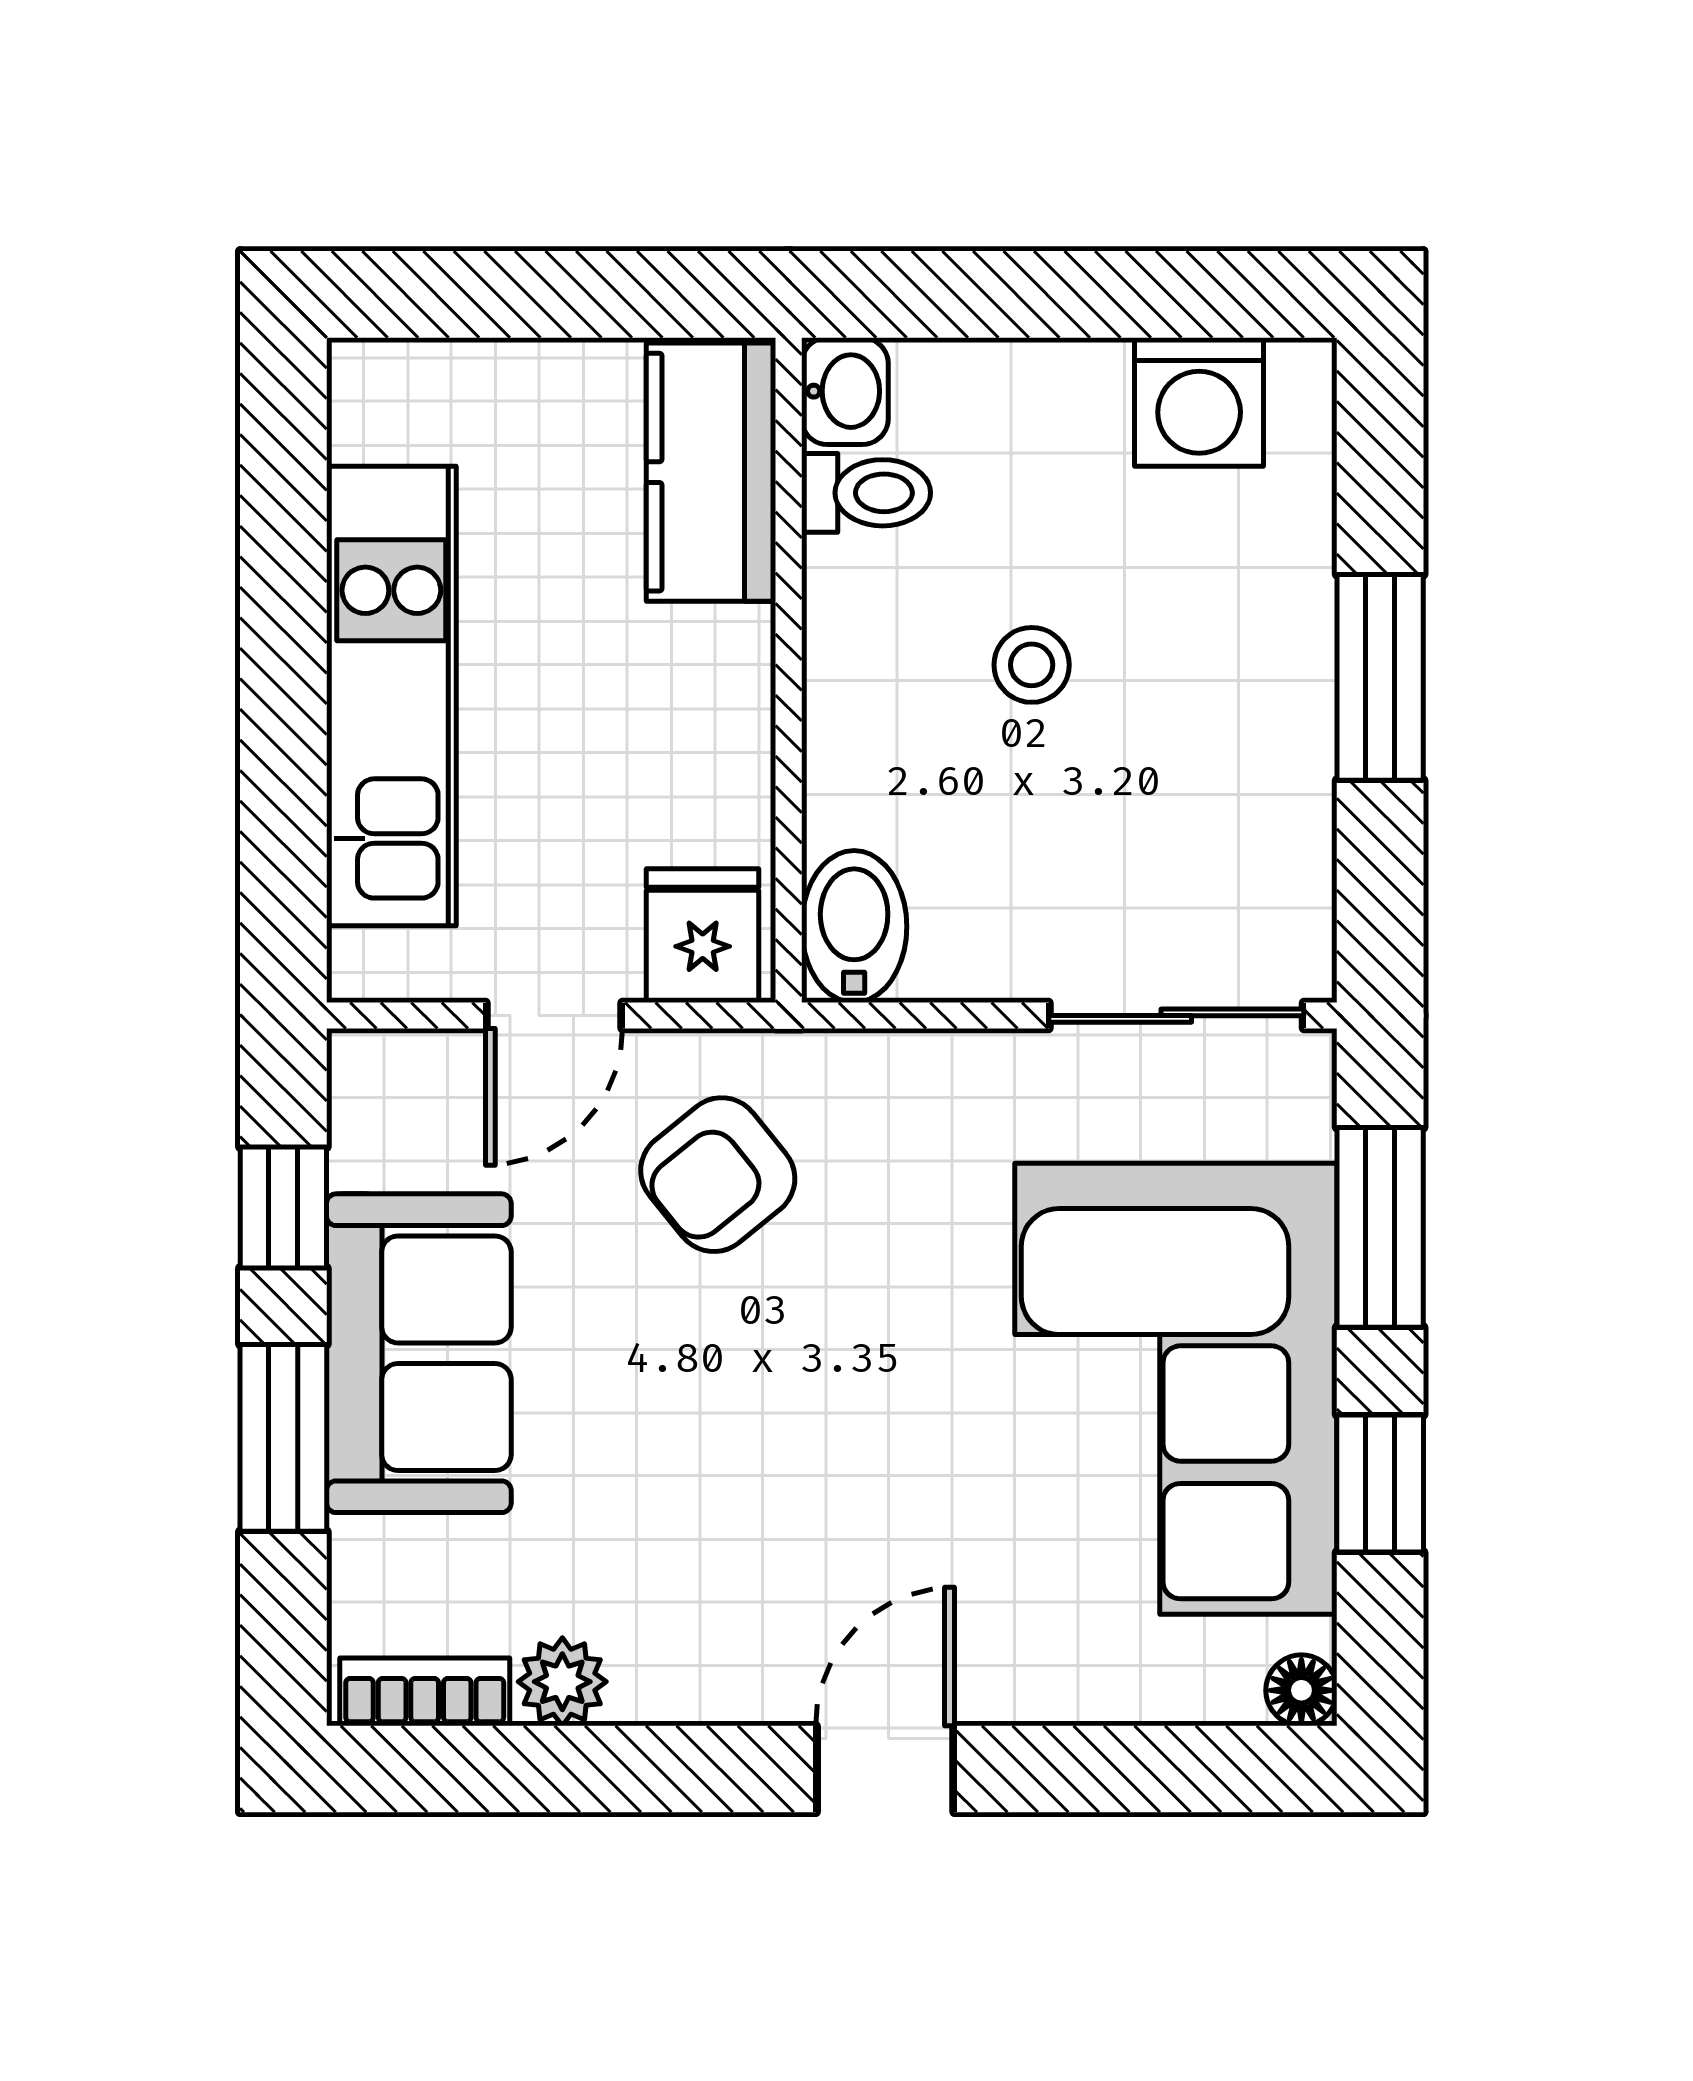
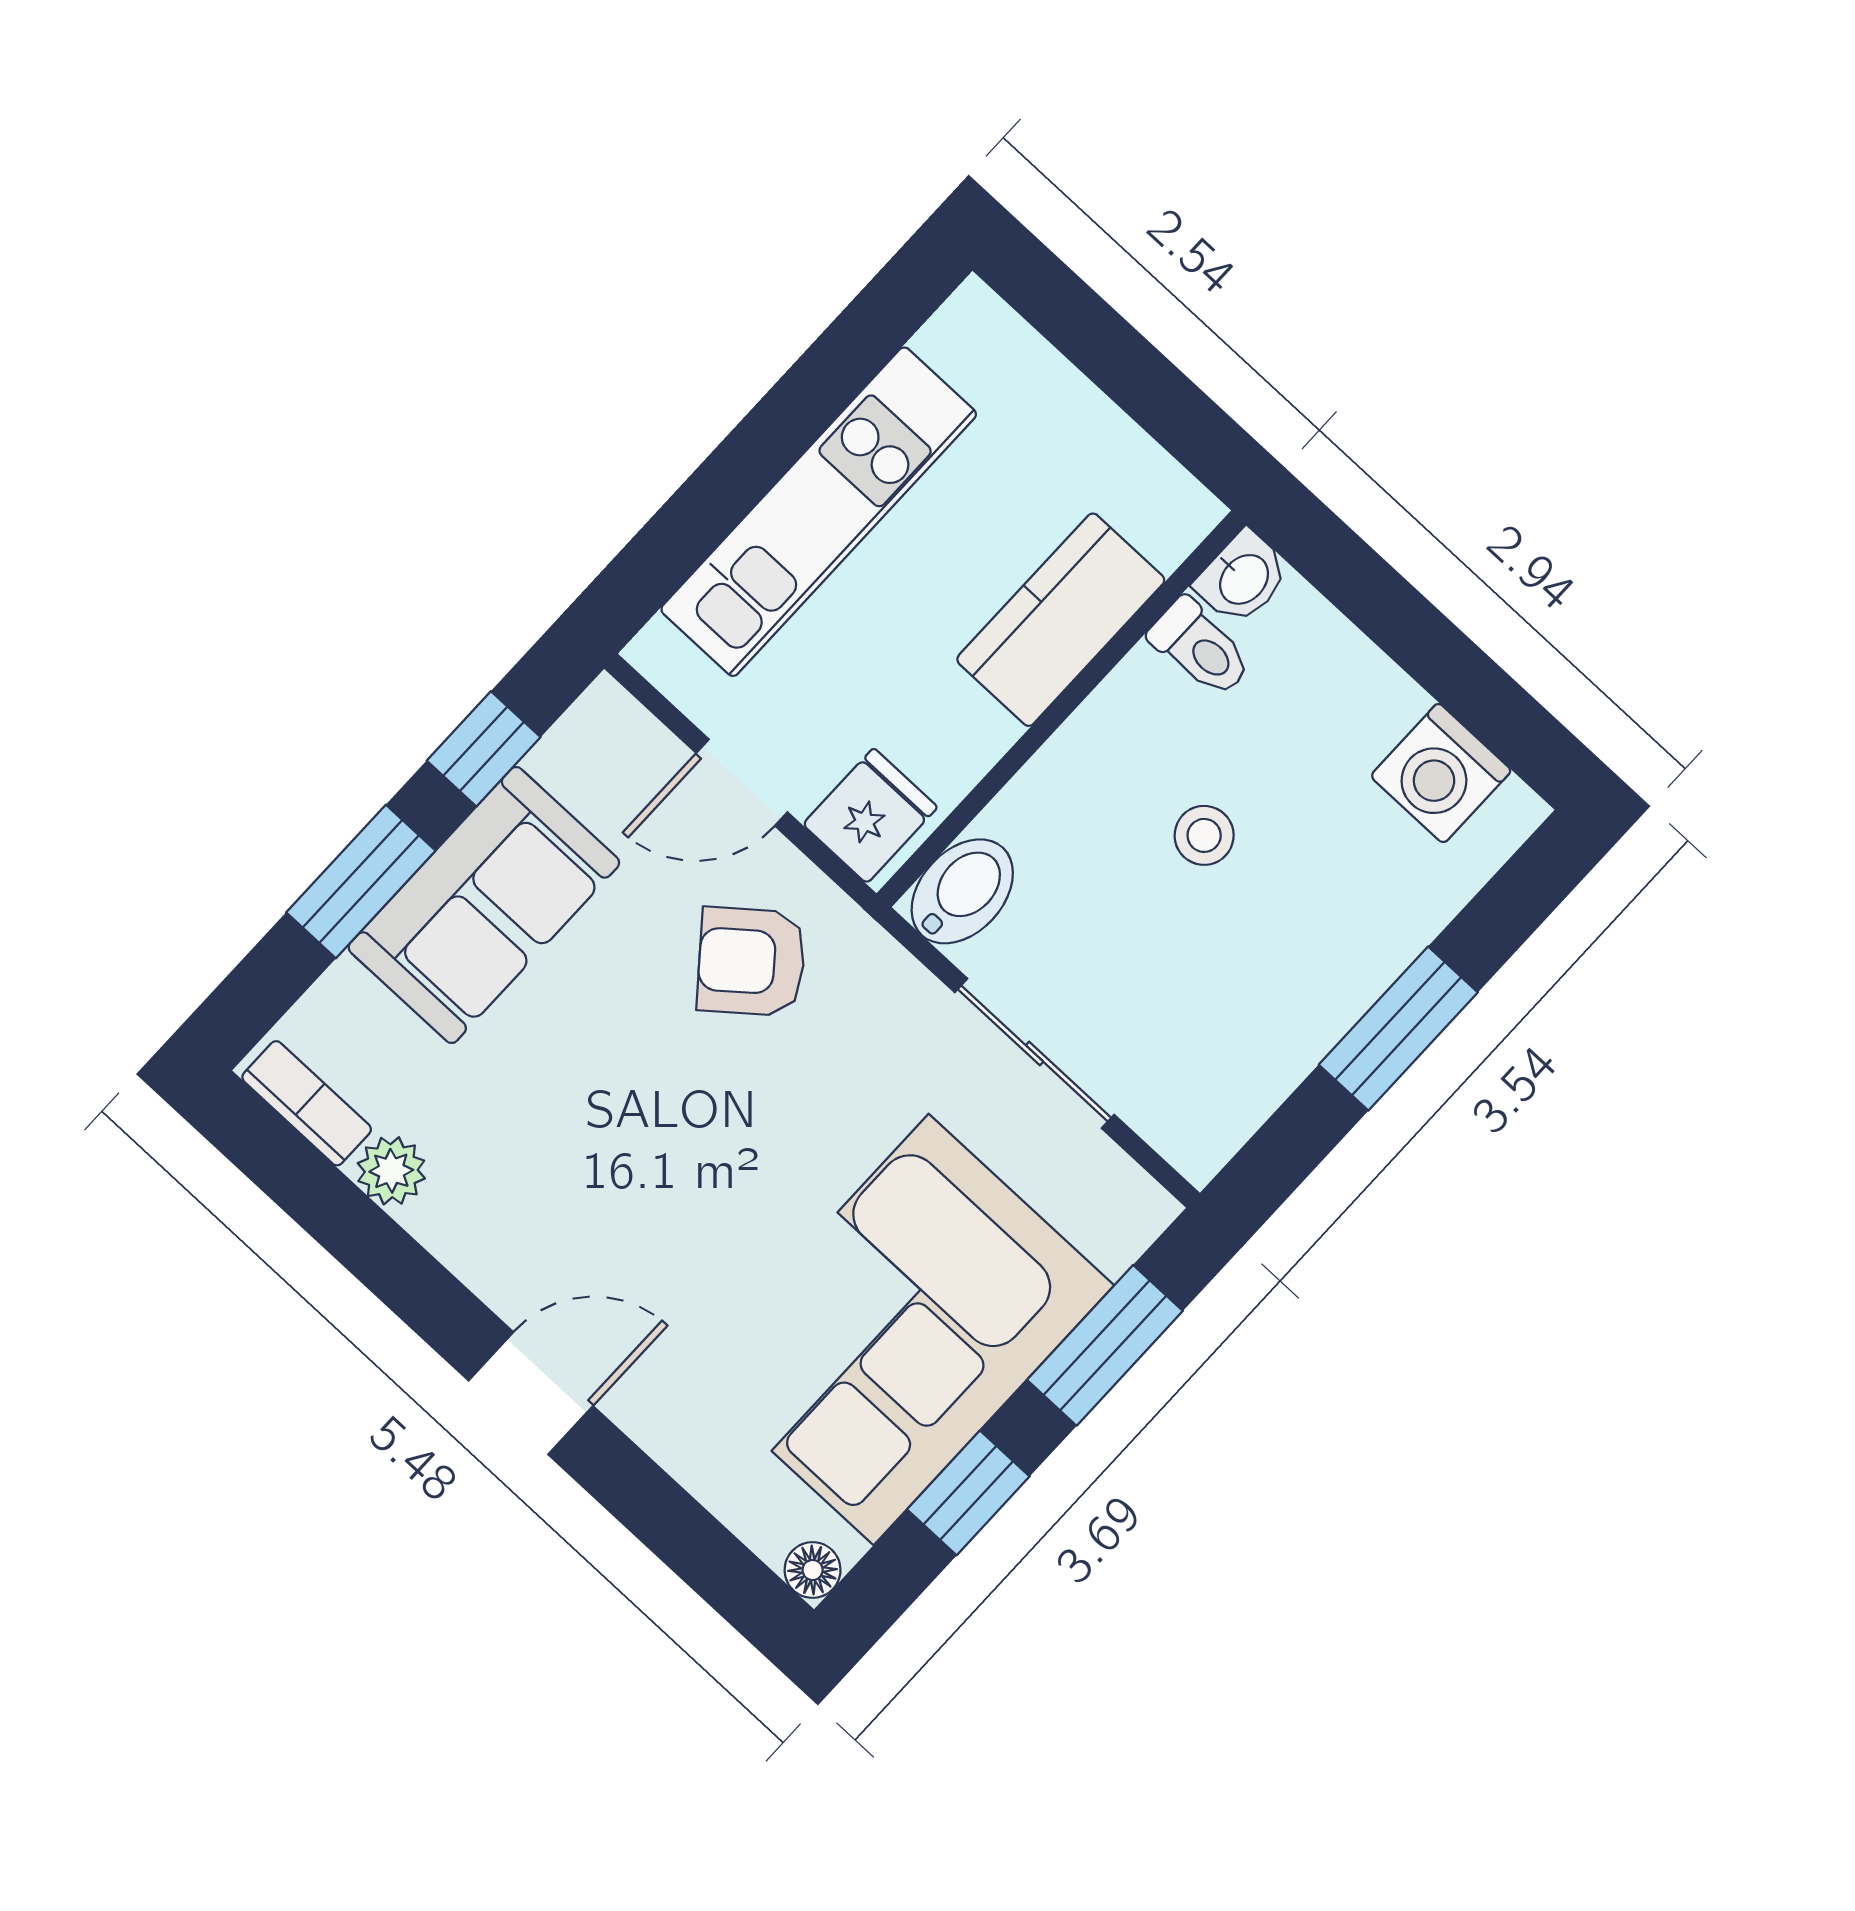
kitchen counter: (711, 472) -> (1061, 620), moved
sliding door: (1176, 1016) -> (1035, 1053), moved

